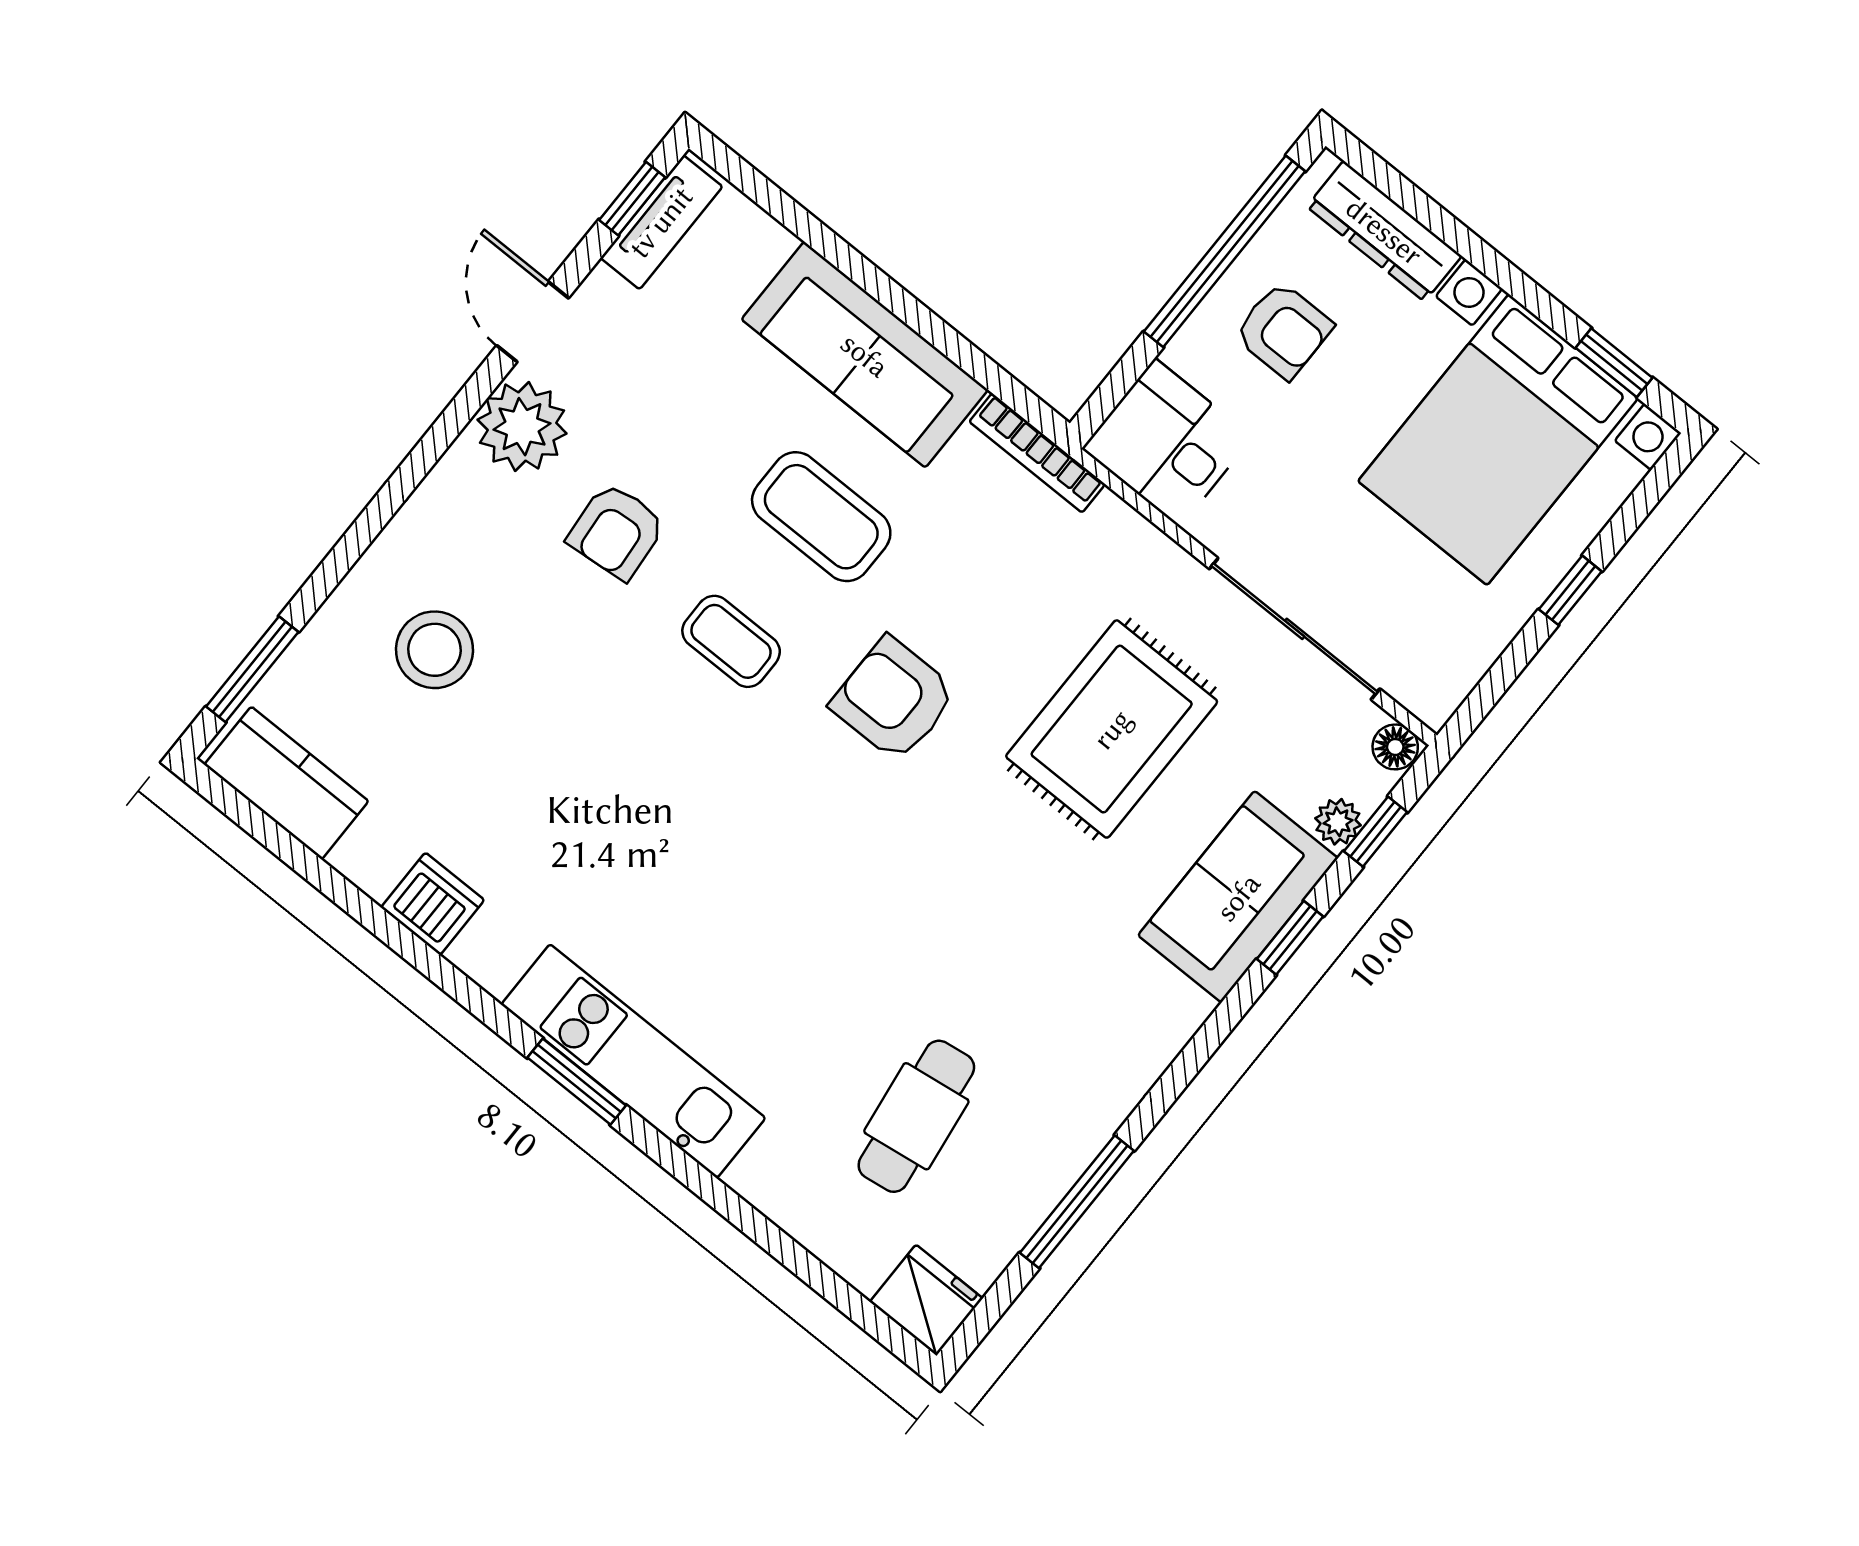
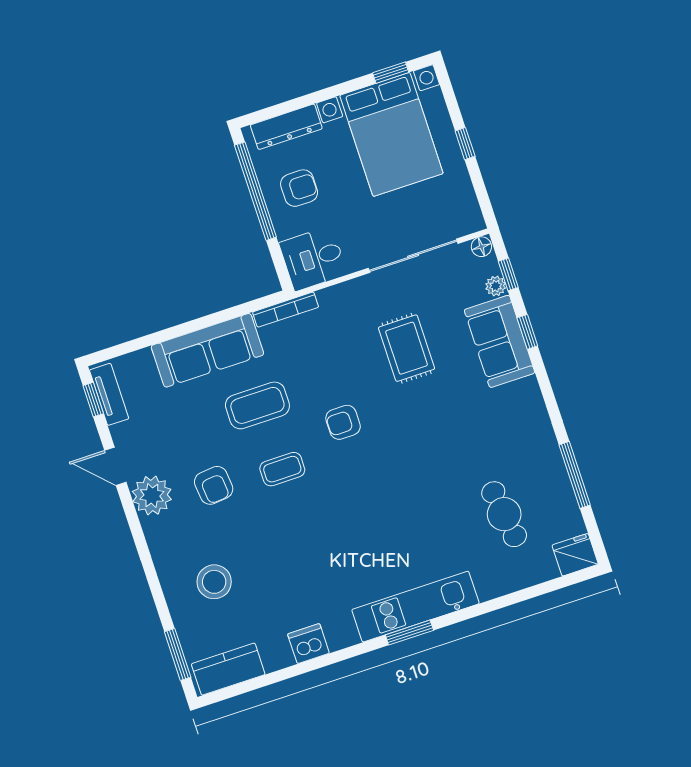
armchair: (894, 699) -> (343, 422), width x0.72, depth x0.72
rug: (1112, 729) -> (407, 348), width x0.73, depth x0.70

